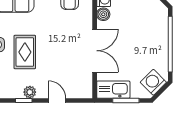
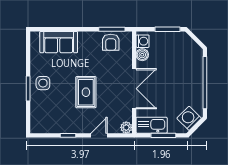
rug: (25, 52) -> (86, 92), moved
plant: (30, 92) -> (126, 127), moved
door: (57, 100) -> (99, 135), hinge flipped

